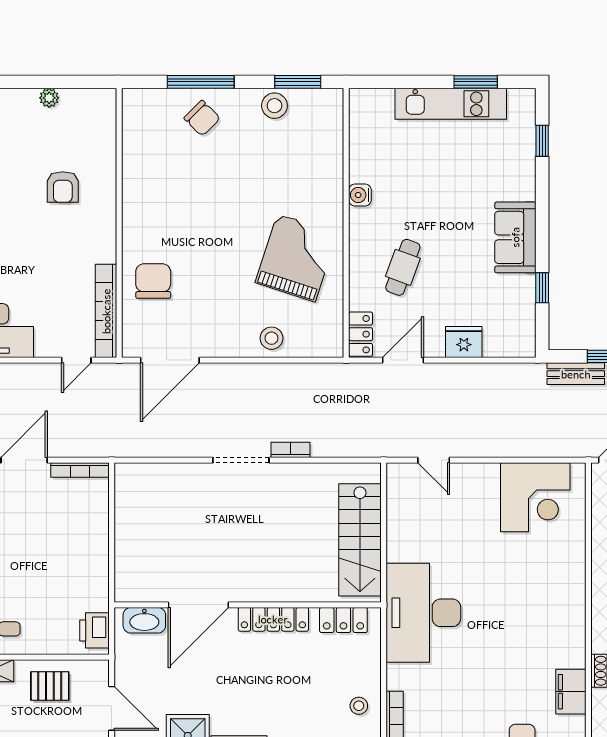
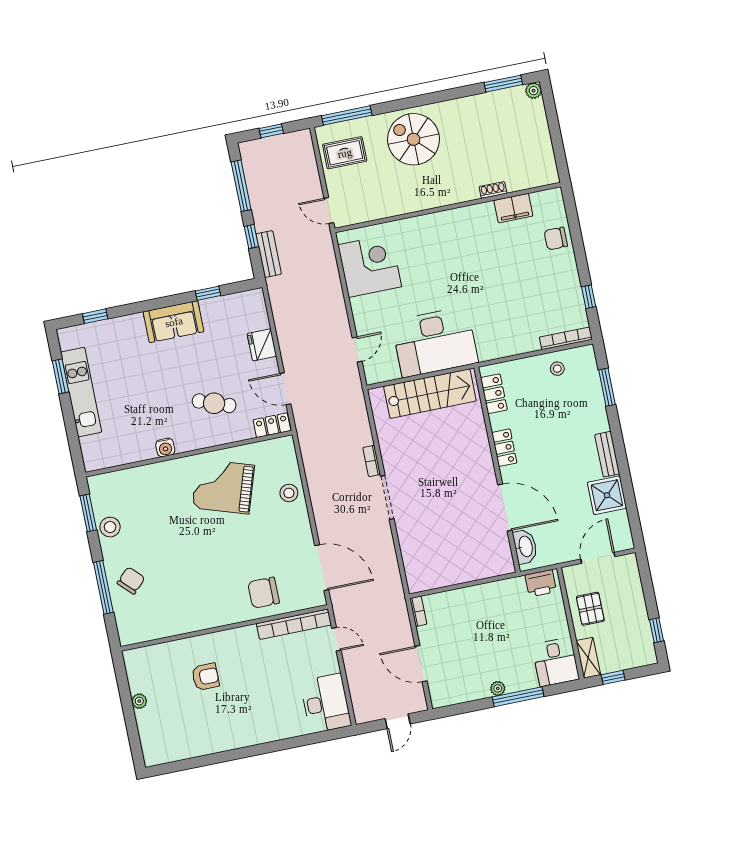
bookcase: (80, 470) -> (418, 611), width x0.64
desk: (423, 613) -> (435, 342), moved
locker: (273, 619) -> (504, 448), width x0.66

